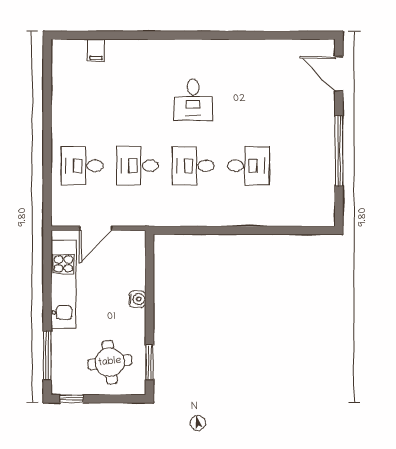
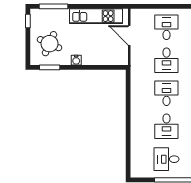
desk: (138, 166) -> (166, 60), turned 180
desk: (304, 166) -> (166, 159), added
water cooler: (137, 299) -> (76, 60), moved
round table: (110, 362) -> (50, 44), turned 31

